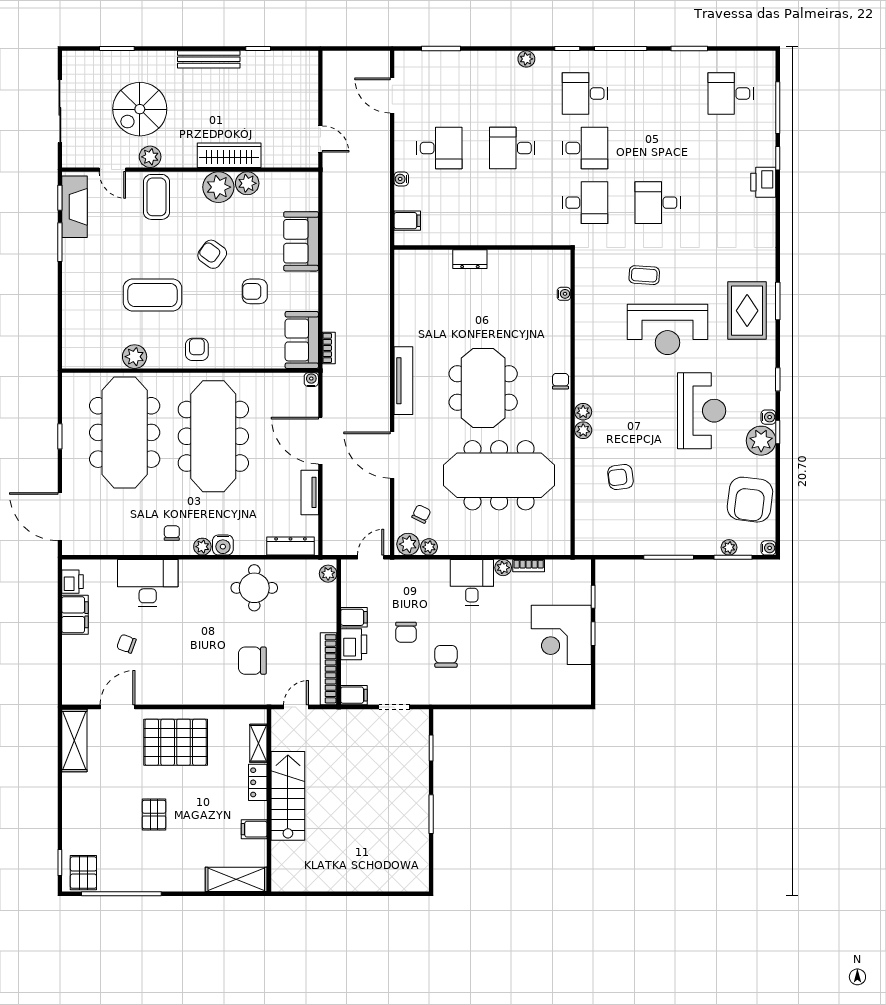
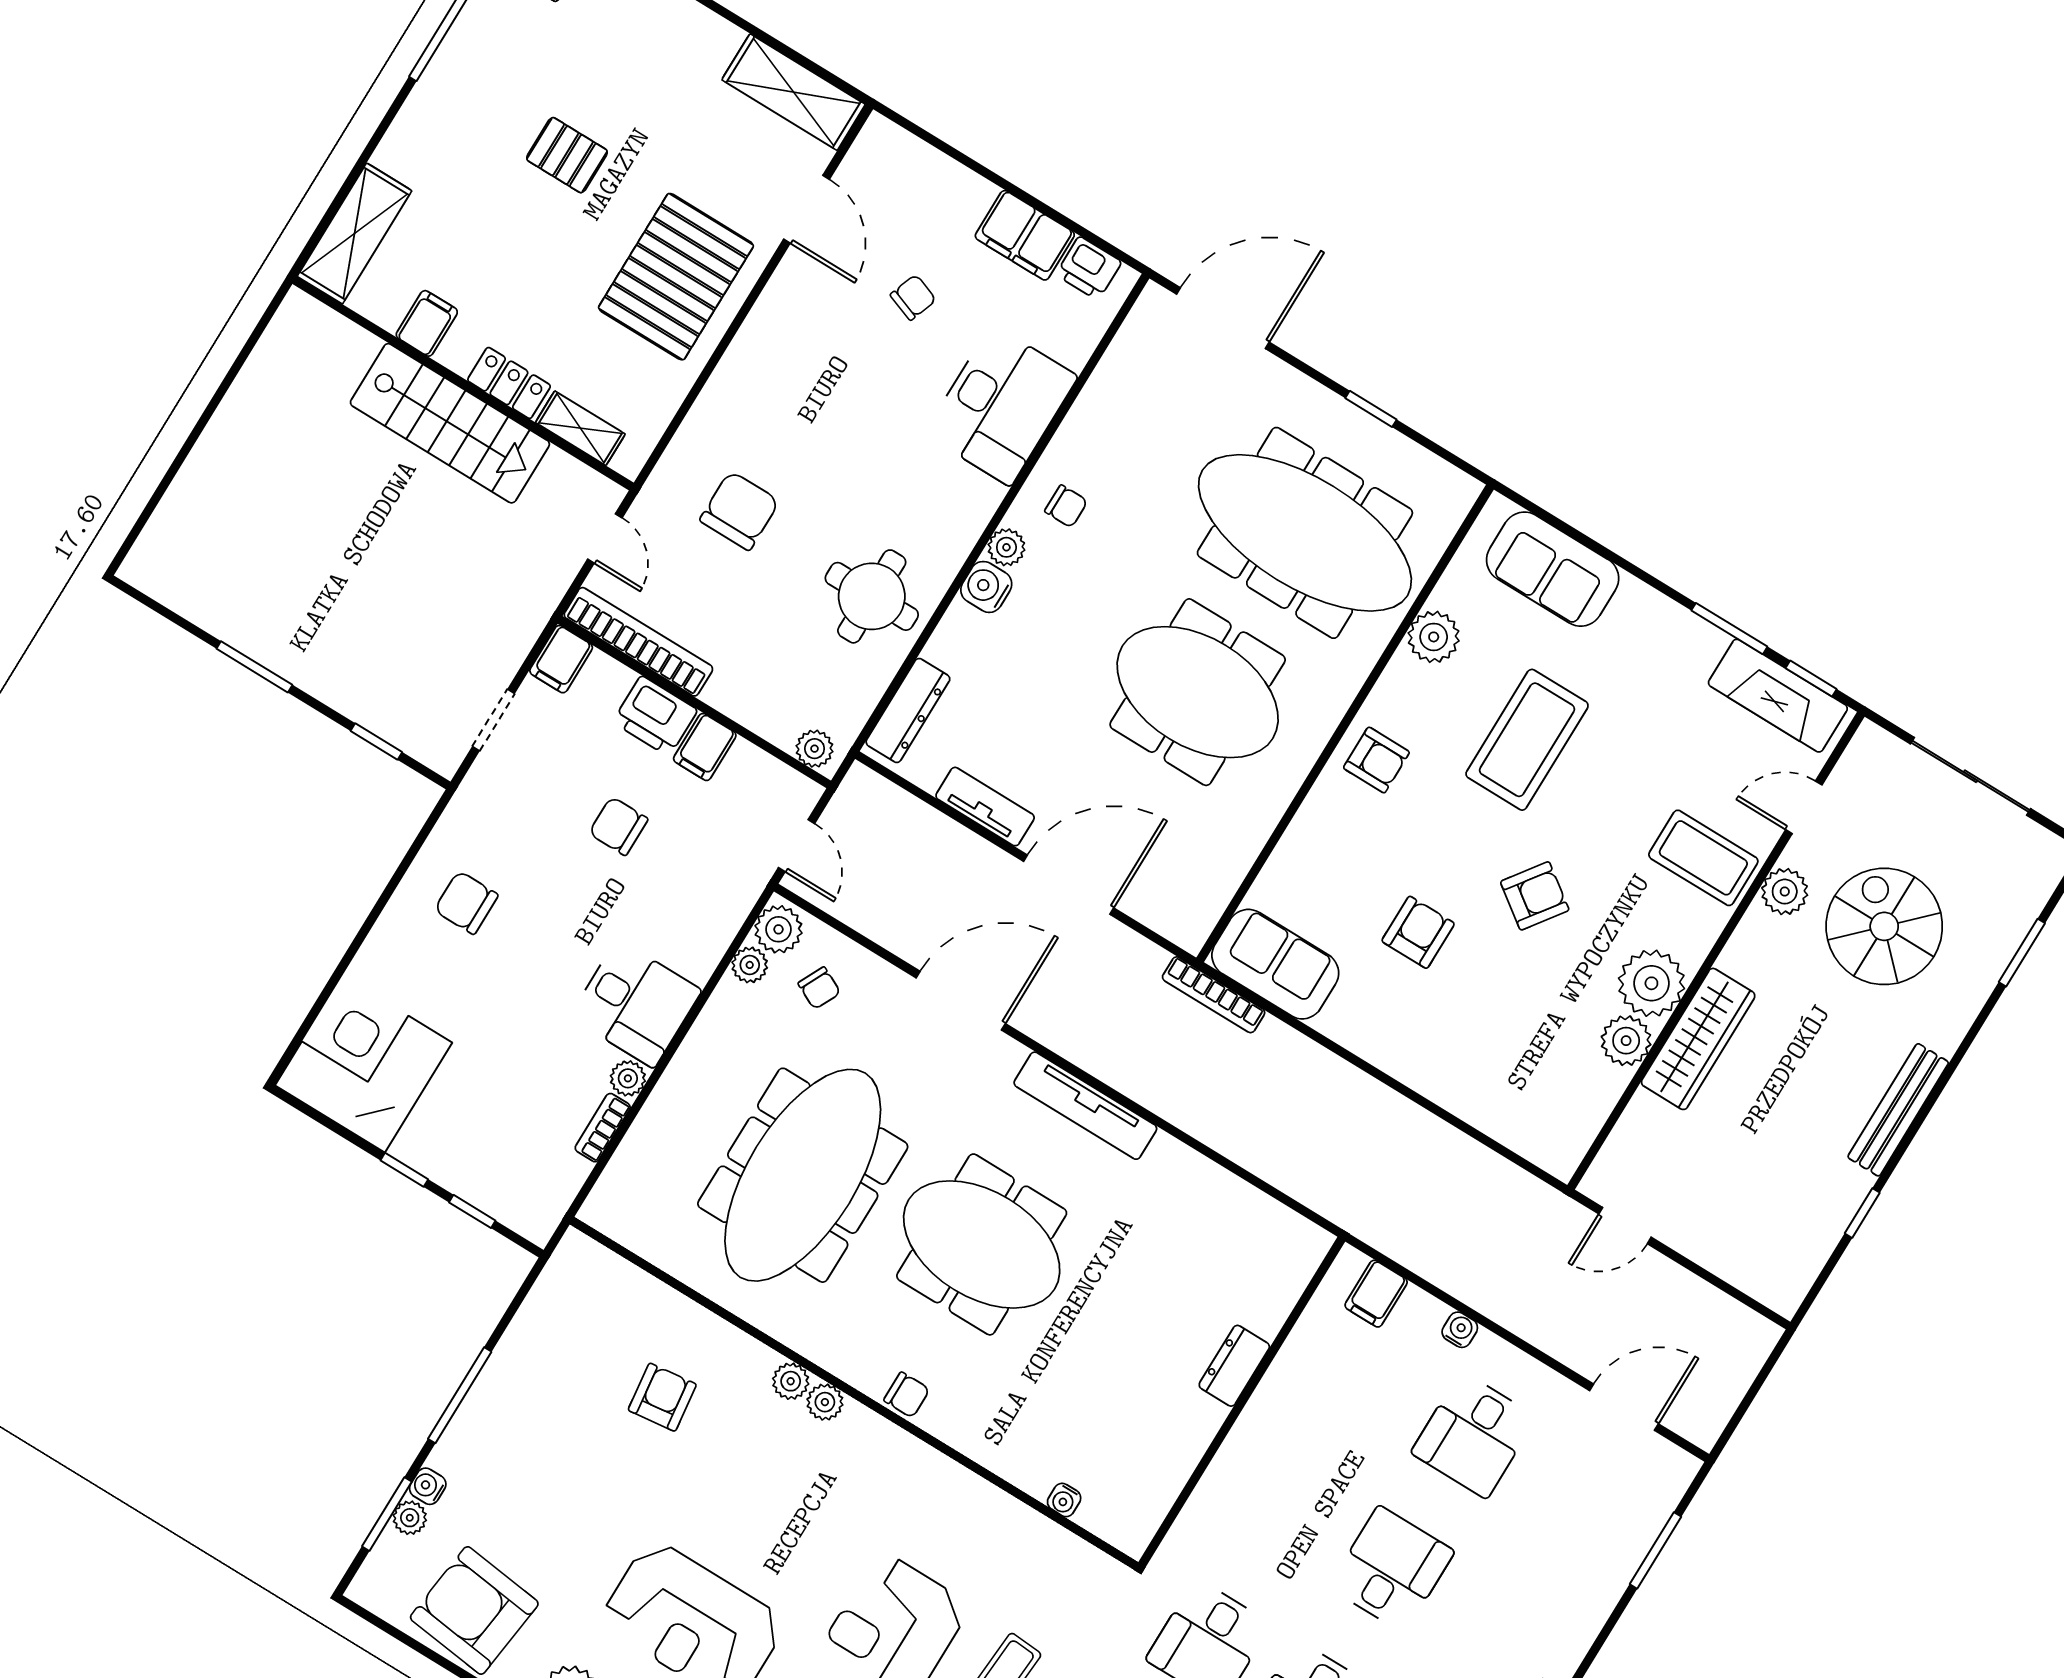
sofa: (301, 241) -> (1553, 569), moved, turned 180
bookcase: (329, 348) -> (1214, 995), width x1.56
water cooler: (311, 380) -> (1191, 937), removed
meeting table: (213, 436) -> (1198, 692), width x0.73
water cooler: (768, 548) -> (428, 1486), moved, turned 90
corner desk: (561, 635) -> (364, 1064), moved
chair: (446, 656) -> (466, 903), moved, turned 180

